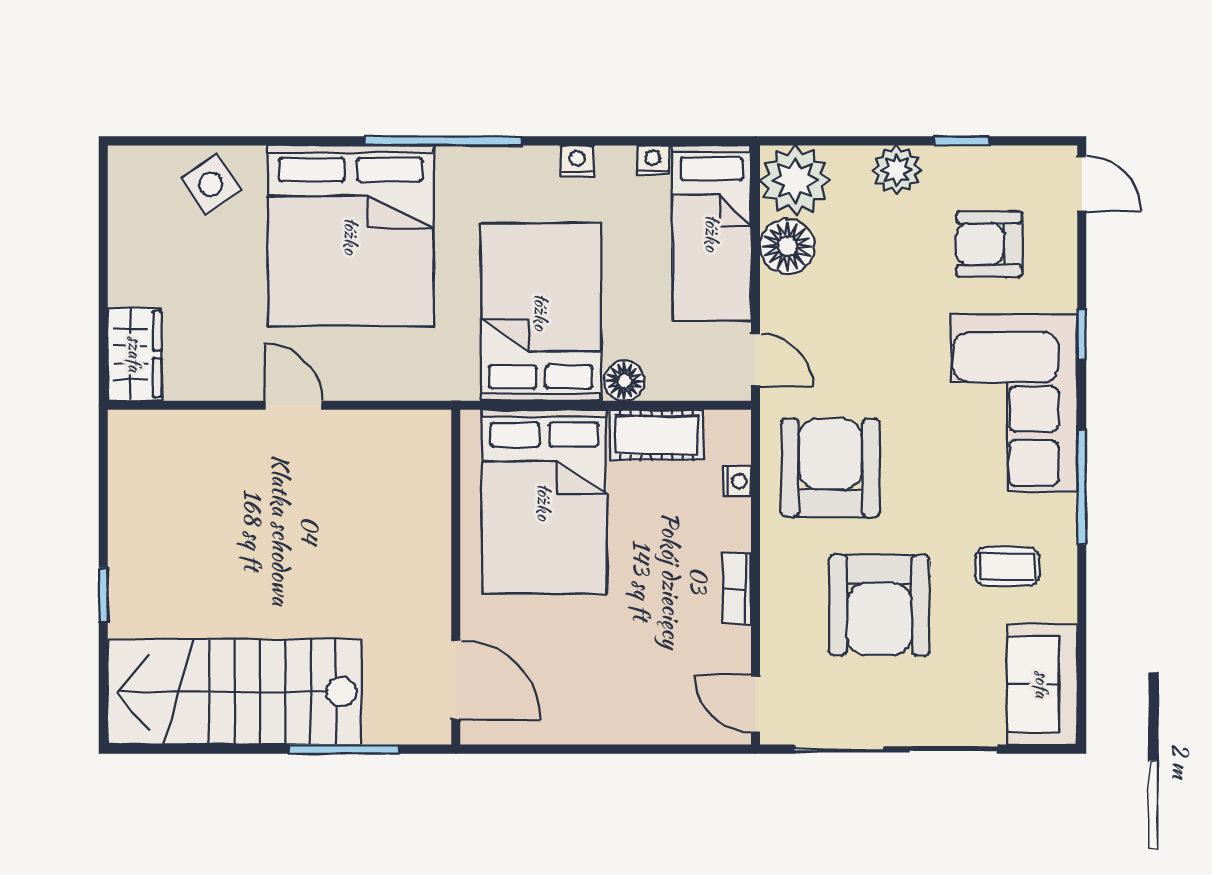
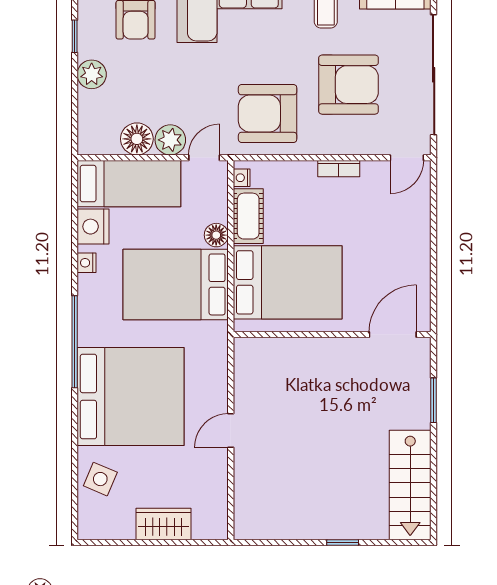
nightstand: (653, 160) -> (93, 227), width x1.89, depth x1.79
plant: (795, 180) -> (170, 140), moved, width x0.73, depth x0.73
side table: (211, 184) -> (100, 479), turned -33
wardrobe: (135, 354) -> (163, 524), moved
nightstand: (737, 481) -> (242, 178), moved, turned -90
stairs: (235, 692) -> (410, 485), width x0.73, depth x0.66
window: (344, 749) -> (434, 400), width x0.69

